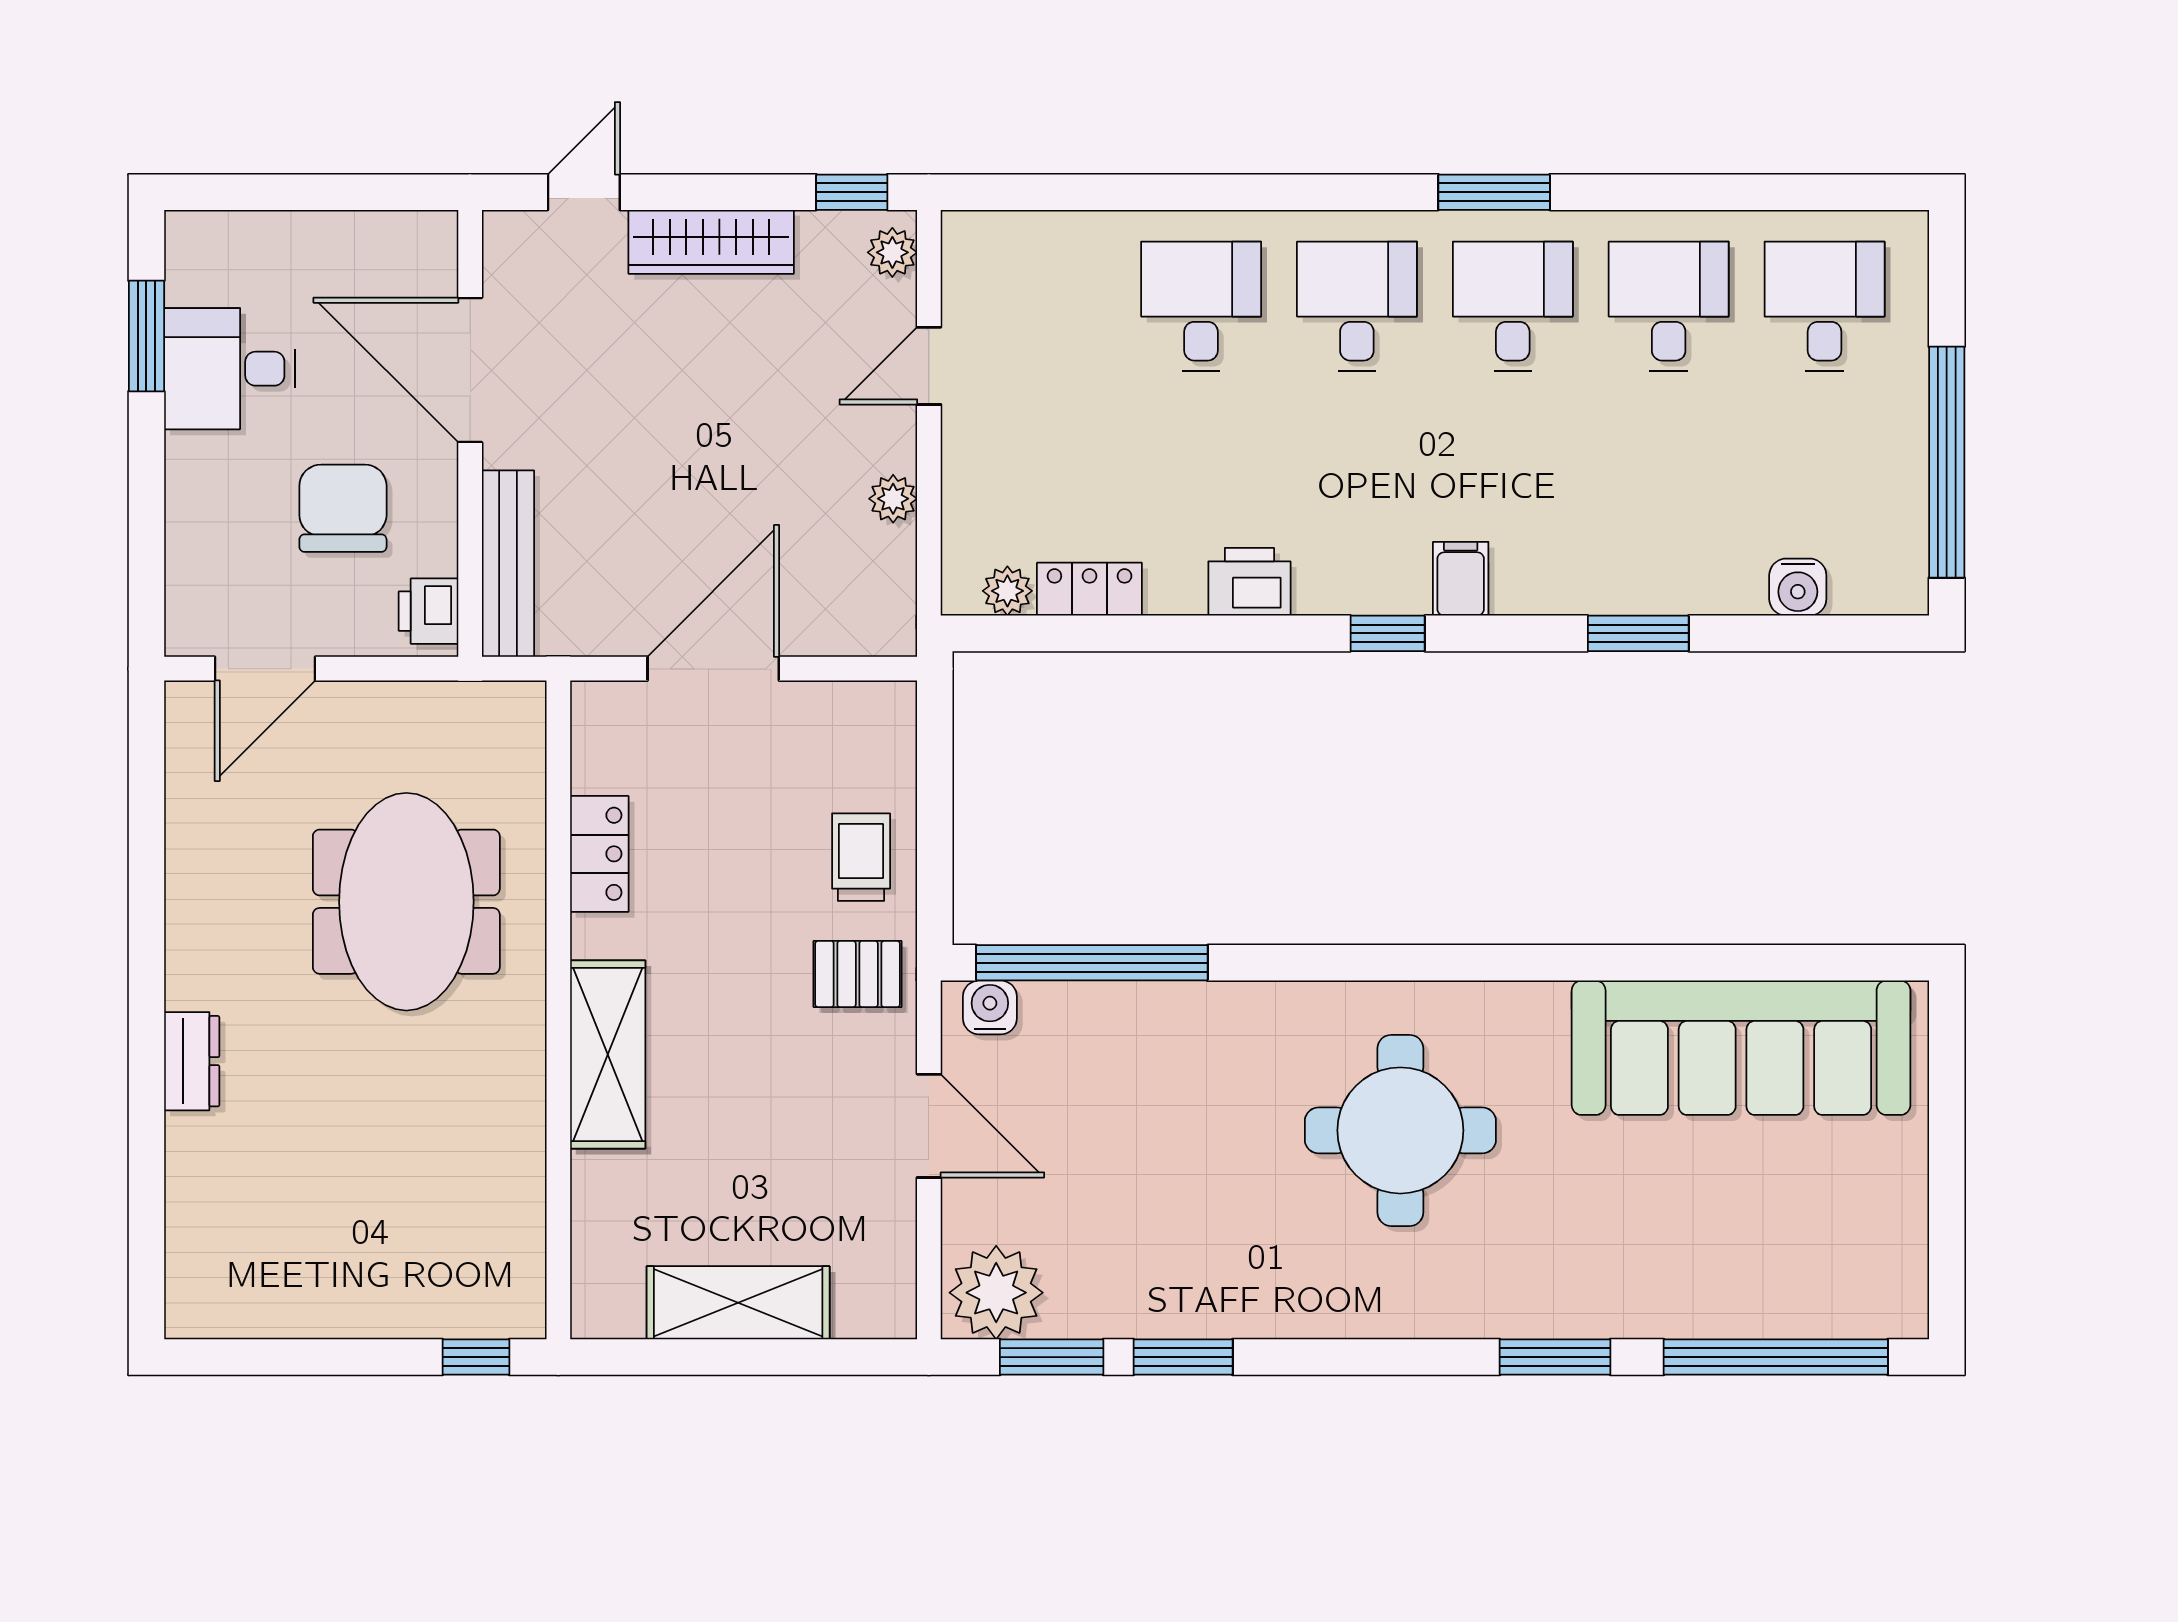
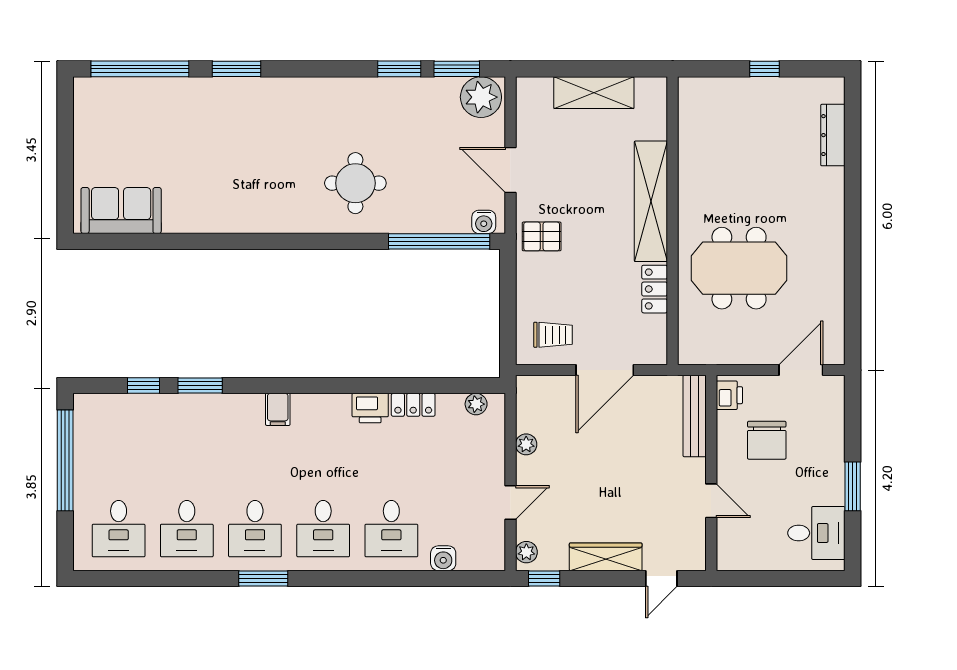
window: (146, 336) -> (853, 486), moved
desk: (230, 369) -> (816, 533), moved
door: (470, 370) -> (711, 501), width x0.53
water cooler: (1798, 587) -> (443, 558), moved, turned 180
locker: (1089, 589) -> (413, 405), moved
window: (1388, 633) -> (143, 385), moved
trolley: (861, 857) -> (553, 335), moved, turned -90
meeting table: (406, 902) -> (739, 268), turned 90
sofa: (1741, 1048) -> (121, 210), width x0.54, depth x0.79
shelving: (608, 1054) -> (651, 201), width x1.47
dresser: (192, 1061) -> (833, 135), moved, width x1.44
round table: (1400, 1130) -> (355, 183), moved, width x0.73, depth x0.73
window: (476, 1357) -> (765, 69), moved

